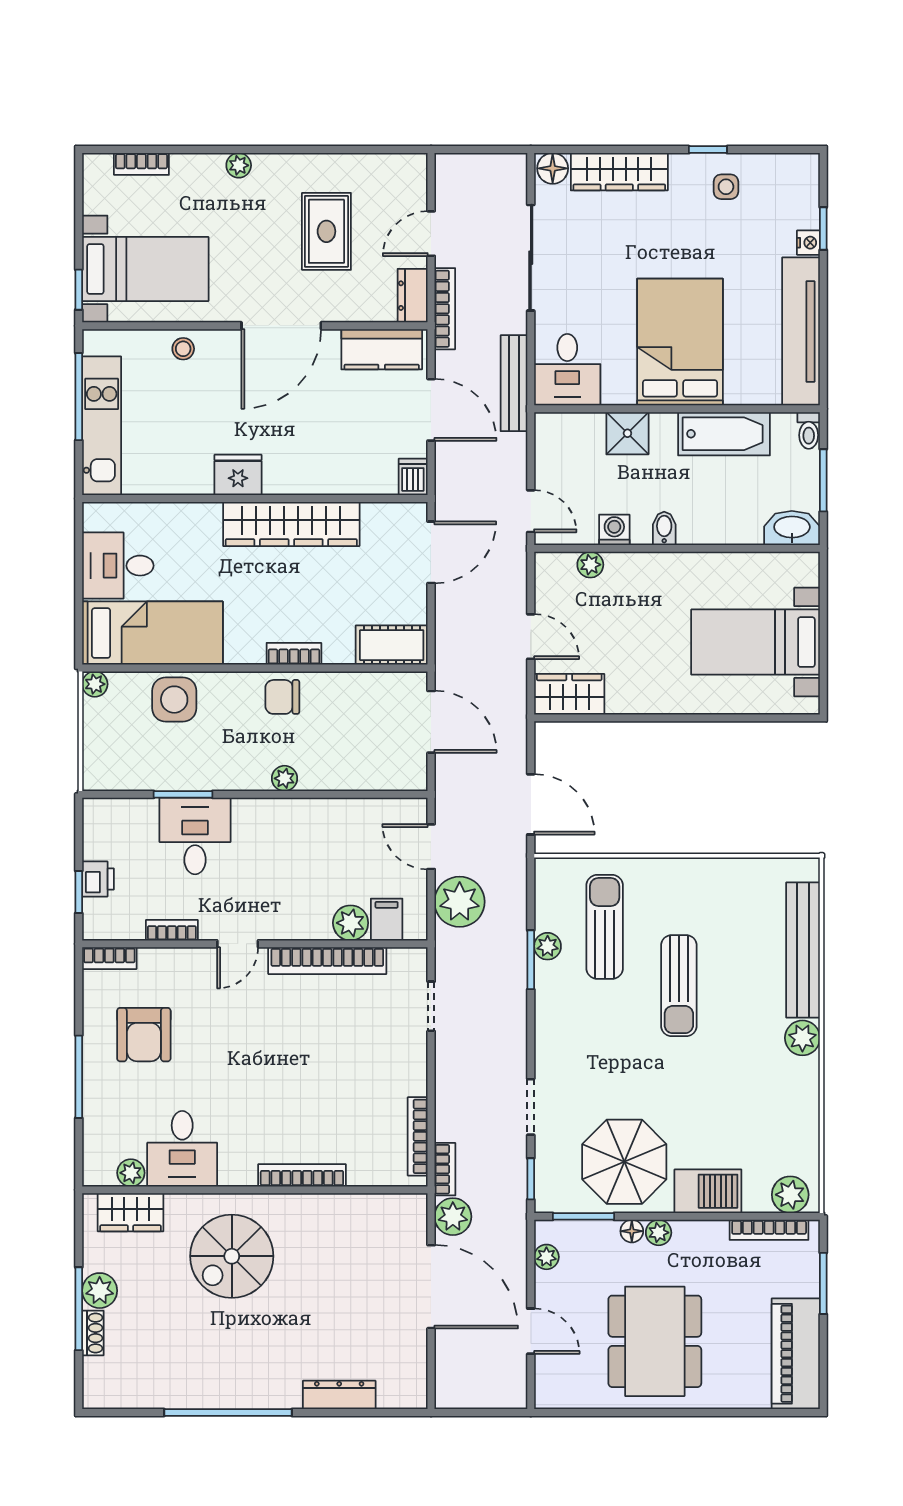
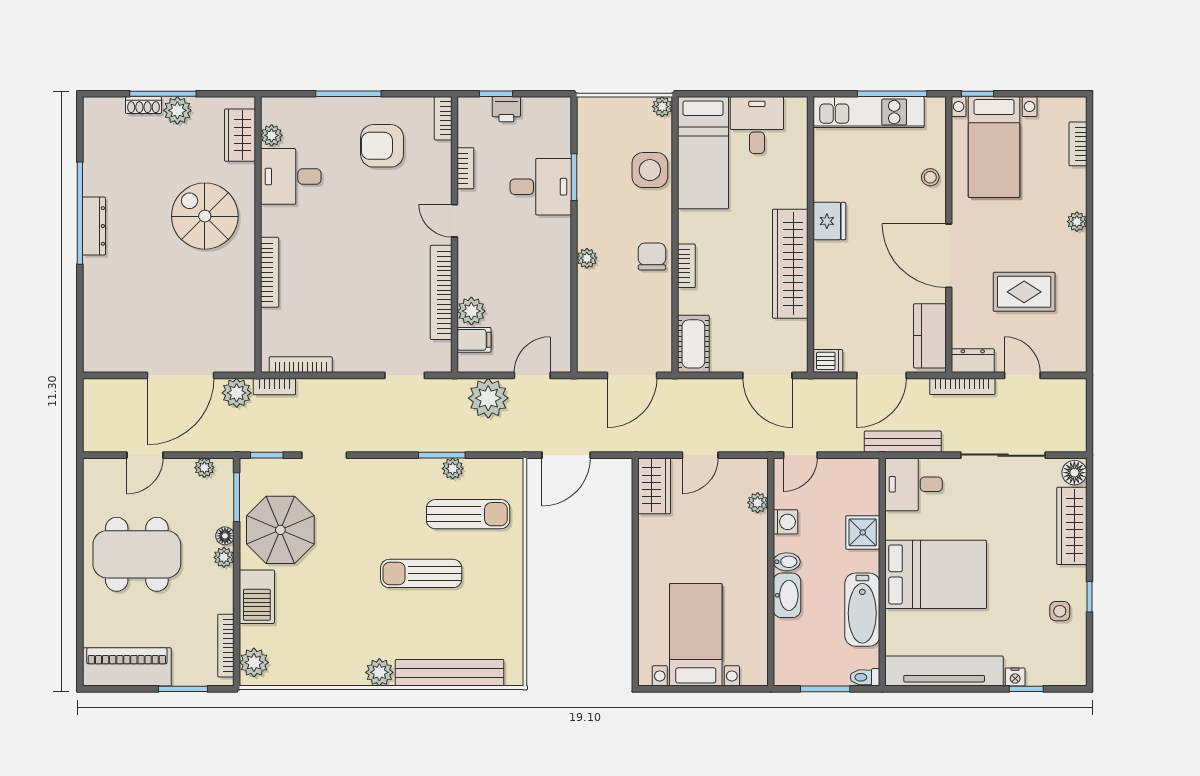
washbasin: (792, 528) -> (787, 595), moved
dresser: (339, 1395) -> (94, 226), moved

